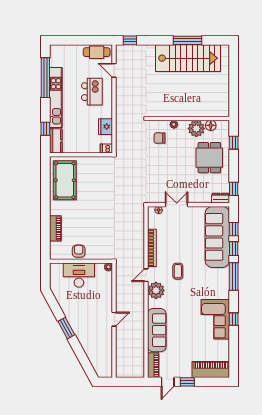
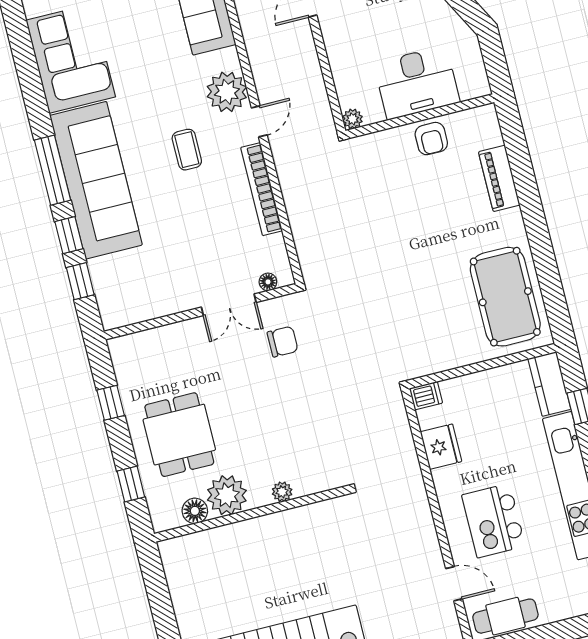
chair: (160, 138) -> (283, 342), moved
window: (234, 189) -> (111, 403), moved
dresser: (221, 198) -> (129, 346), removed
sofa: (217, 237) -> (96, 180), moved
window: (234, 319) -> (28, 70), removed

